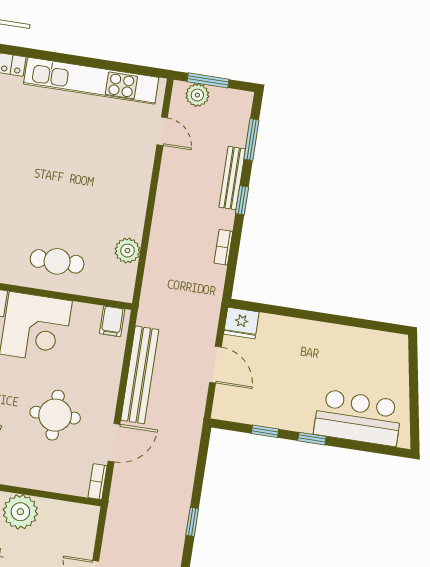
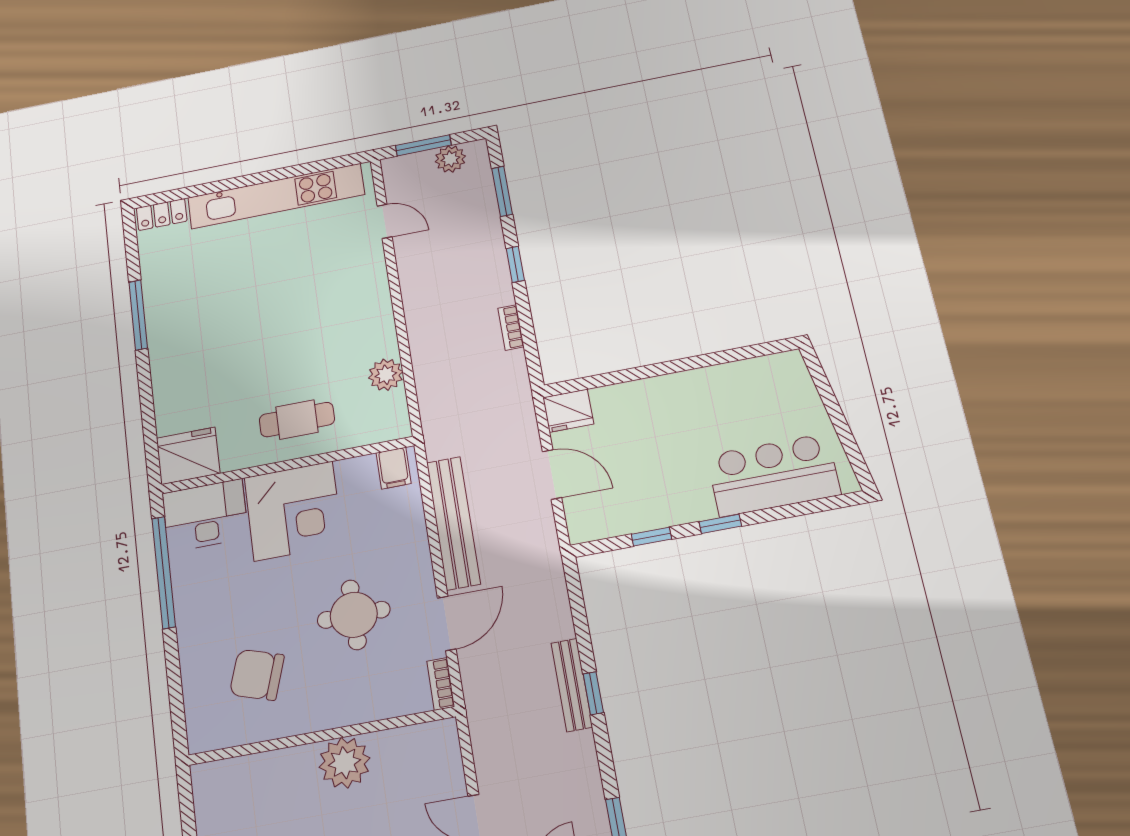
plant: (197, 95) -> (450, 159), moved
bench: (232, 178) -> (572, 685), moved

